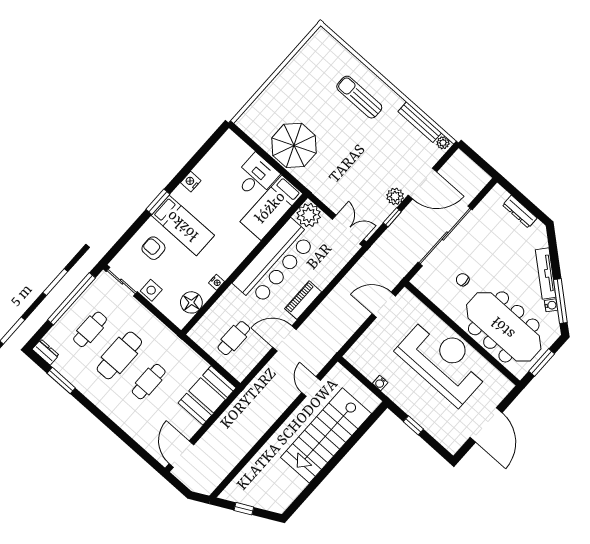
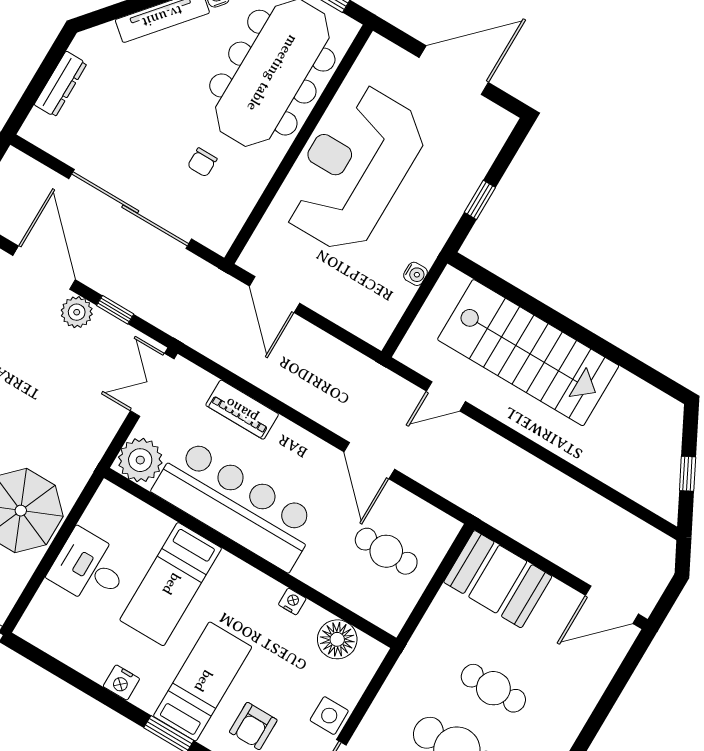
bed: (271, 208) -> (171, 584), moved, turned 90
piano: (303, 300) -> (242, 410), moved

